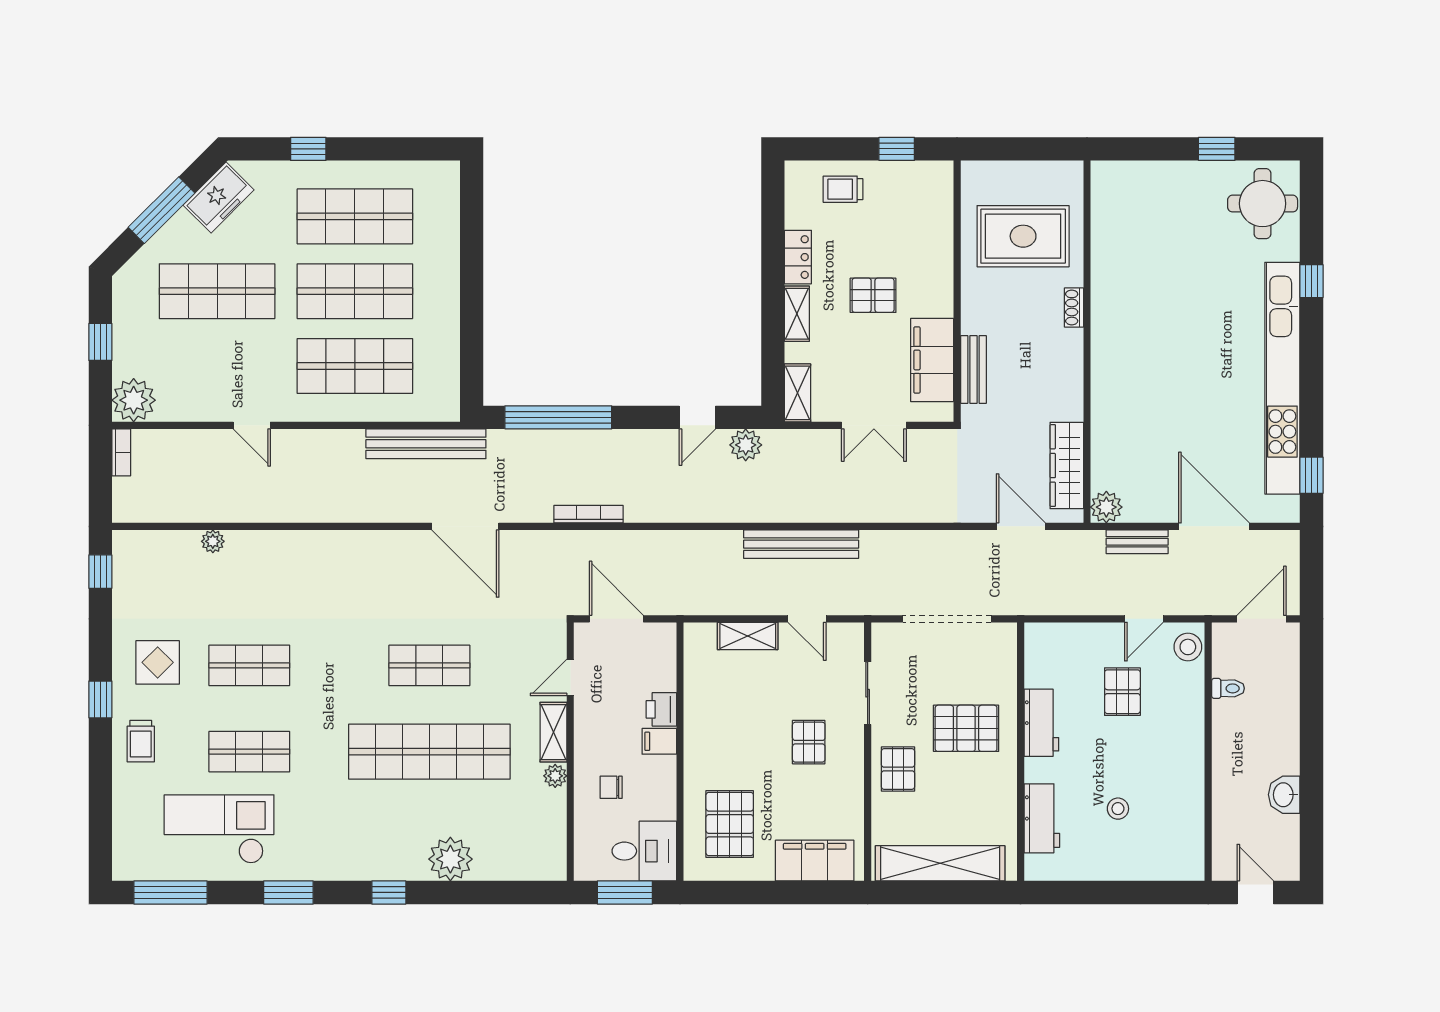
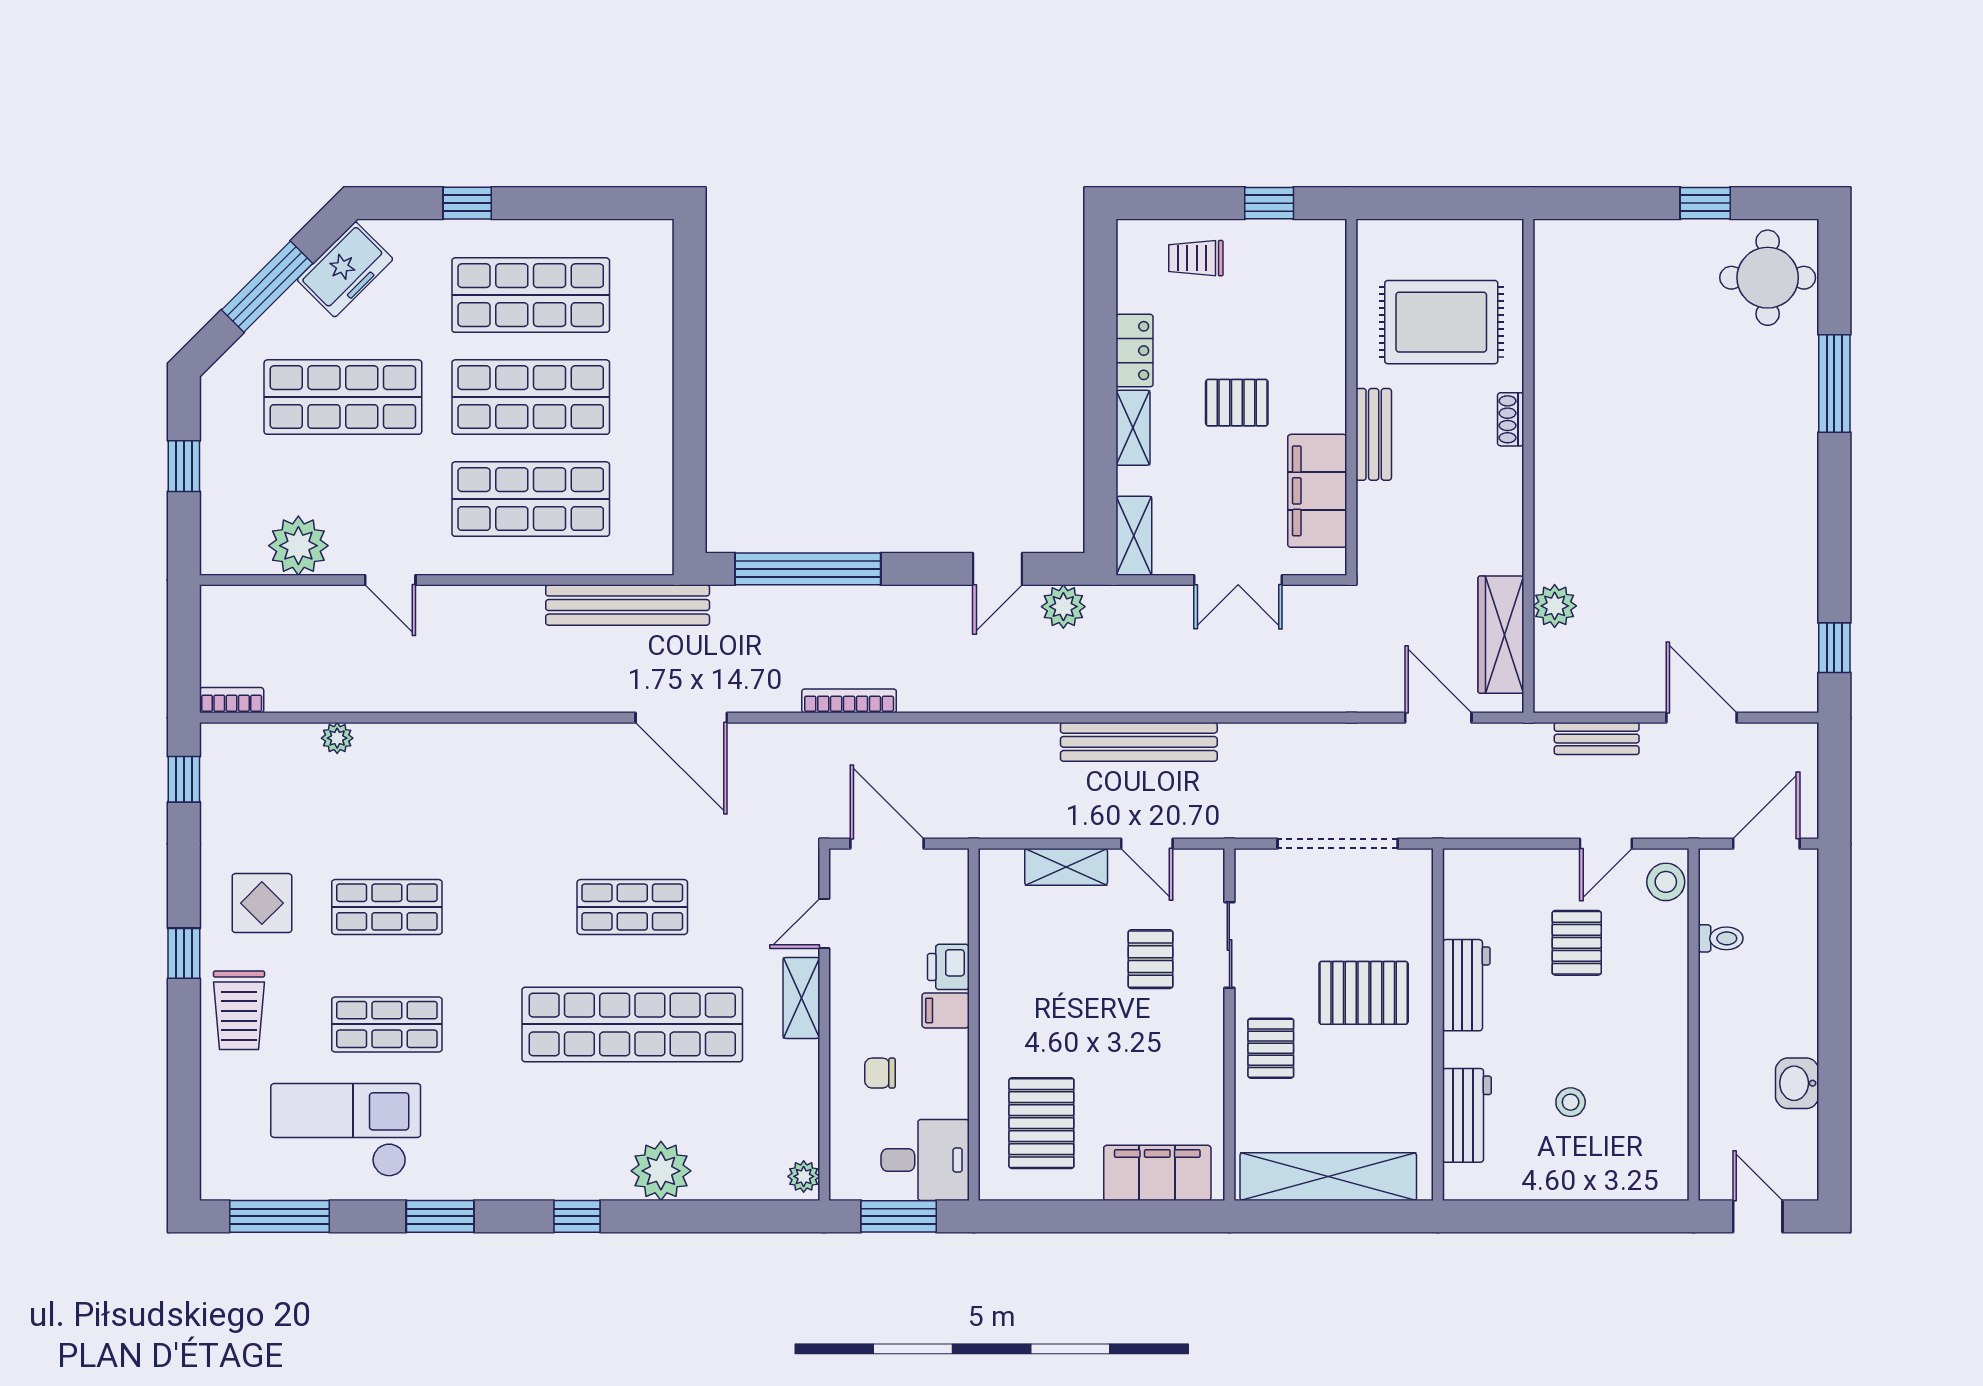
window: (1312, 281) -> (1834, 383), width x2.17
bench: (973, 369) -> (1374, 434), moved
kitchen unit: (1282, 378) -> (1795, 516), removed
plant: (134, 400) -> (298, 546), moved
bookcase: (121, 452) -> (232, 700), moved, turned -90
plant: (1106, 507) -> (1555, 606), moved
door: (1214, 526) -> (1702, 718), width x0.73
trolley: (141, 741) -> (239, 1010), width x1.36, depth x1.39
pallet: (809, 742) -> (1151, 959), moved
plant: (555, 776) -> (804, 1176), moved

